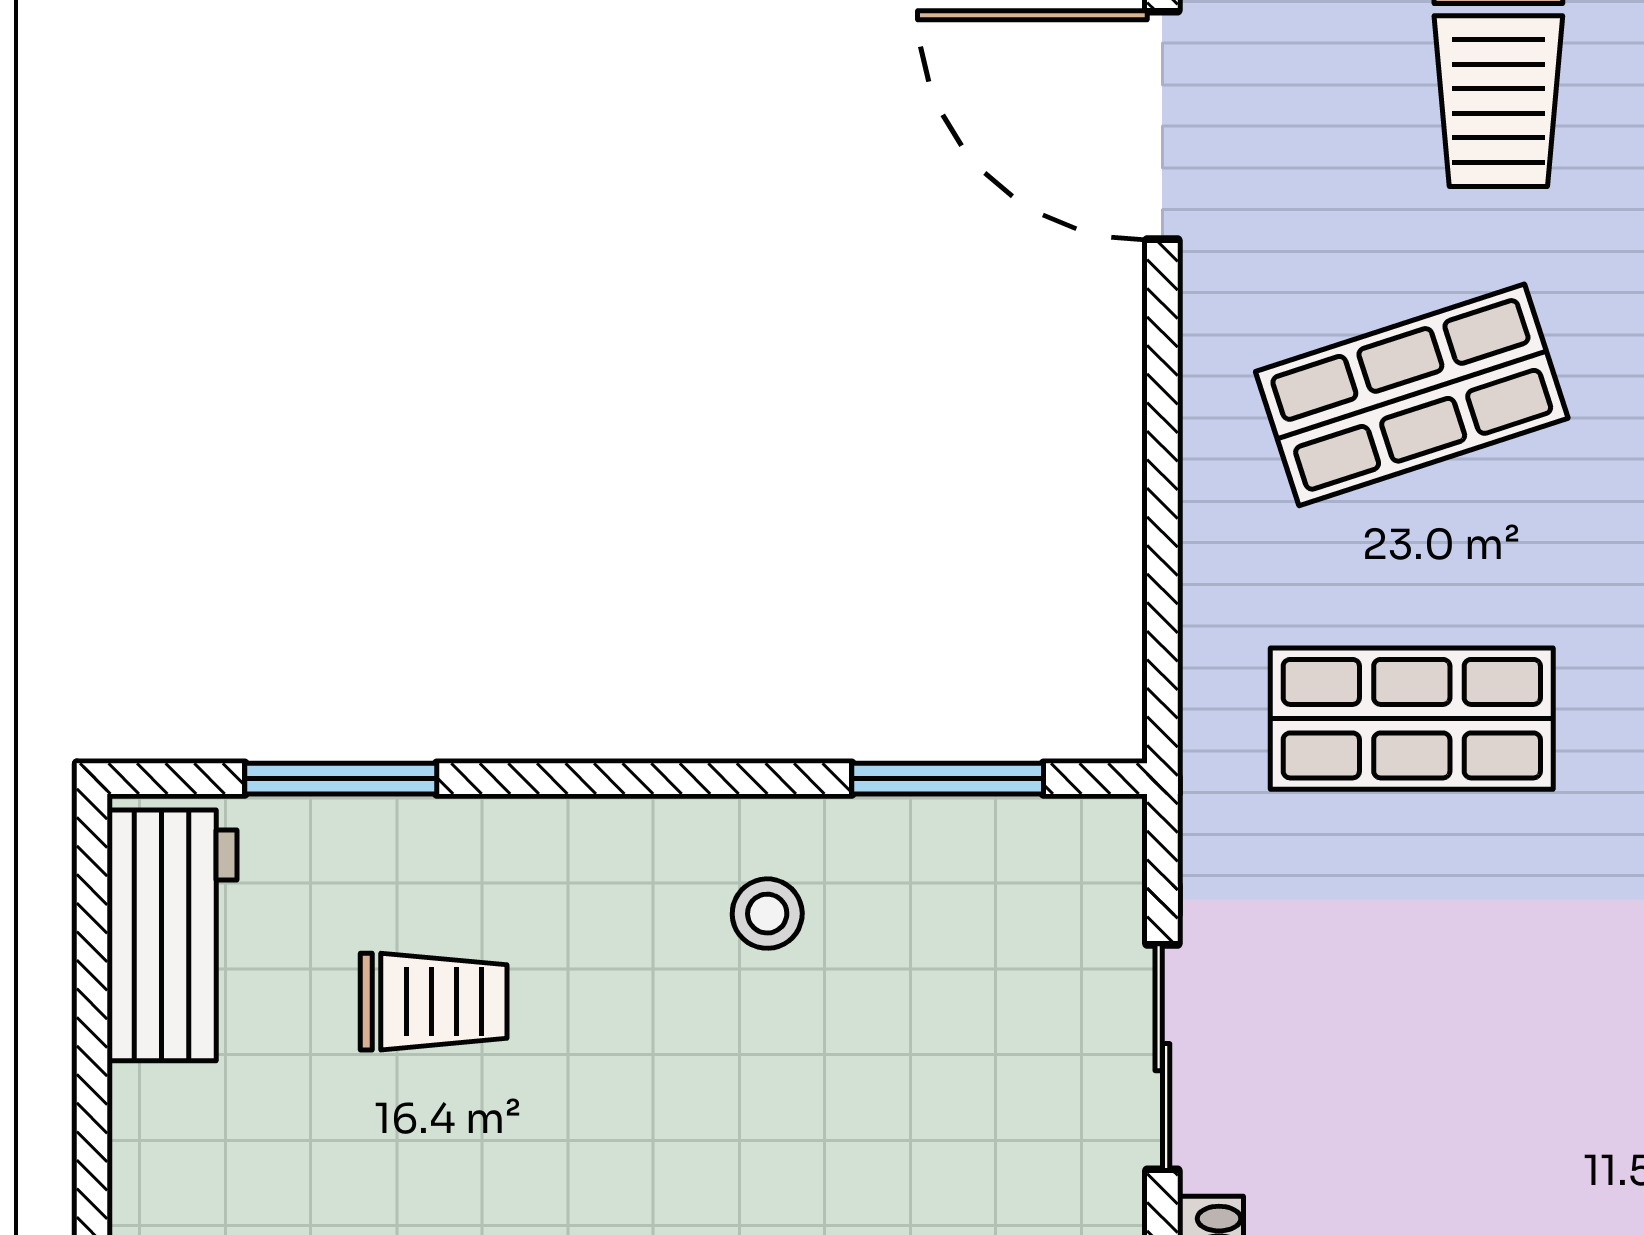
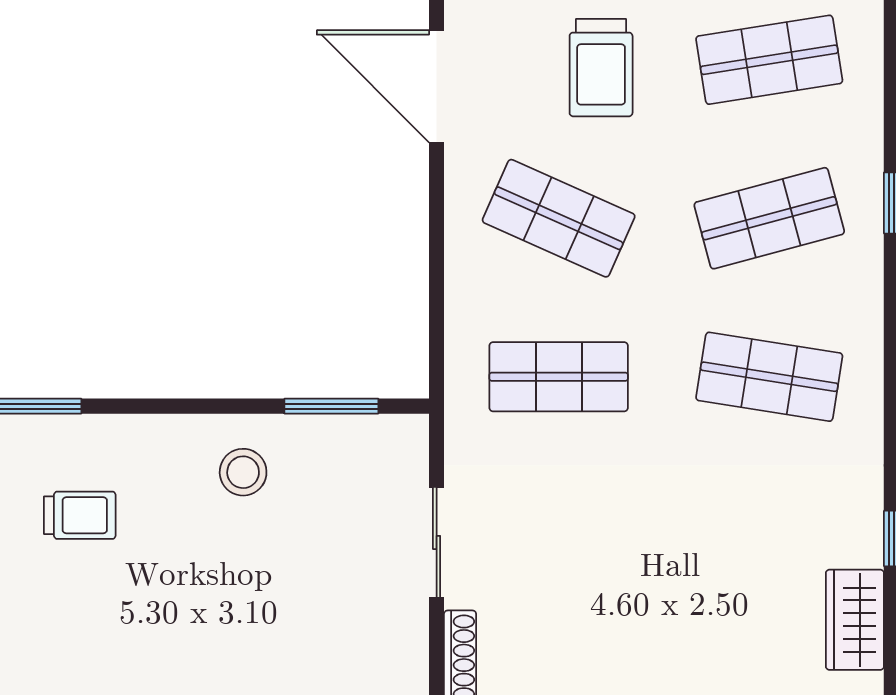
shop shelf: (1412, 395) -> (559, 218), turned 42
stool: (767, 914) -> (243, 472), width x1.37, depth x1.37

